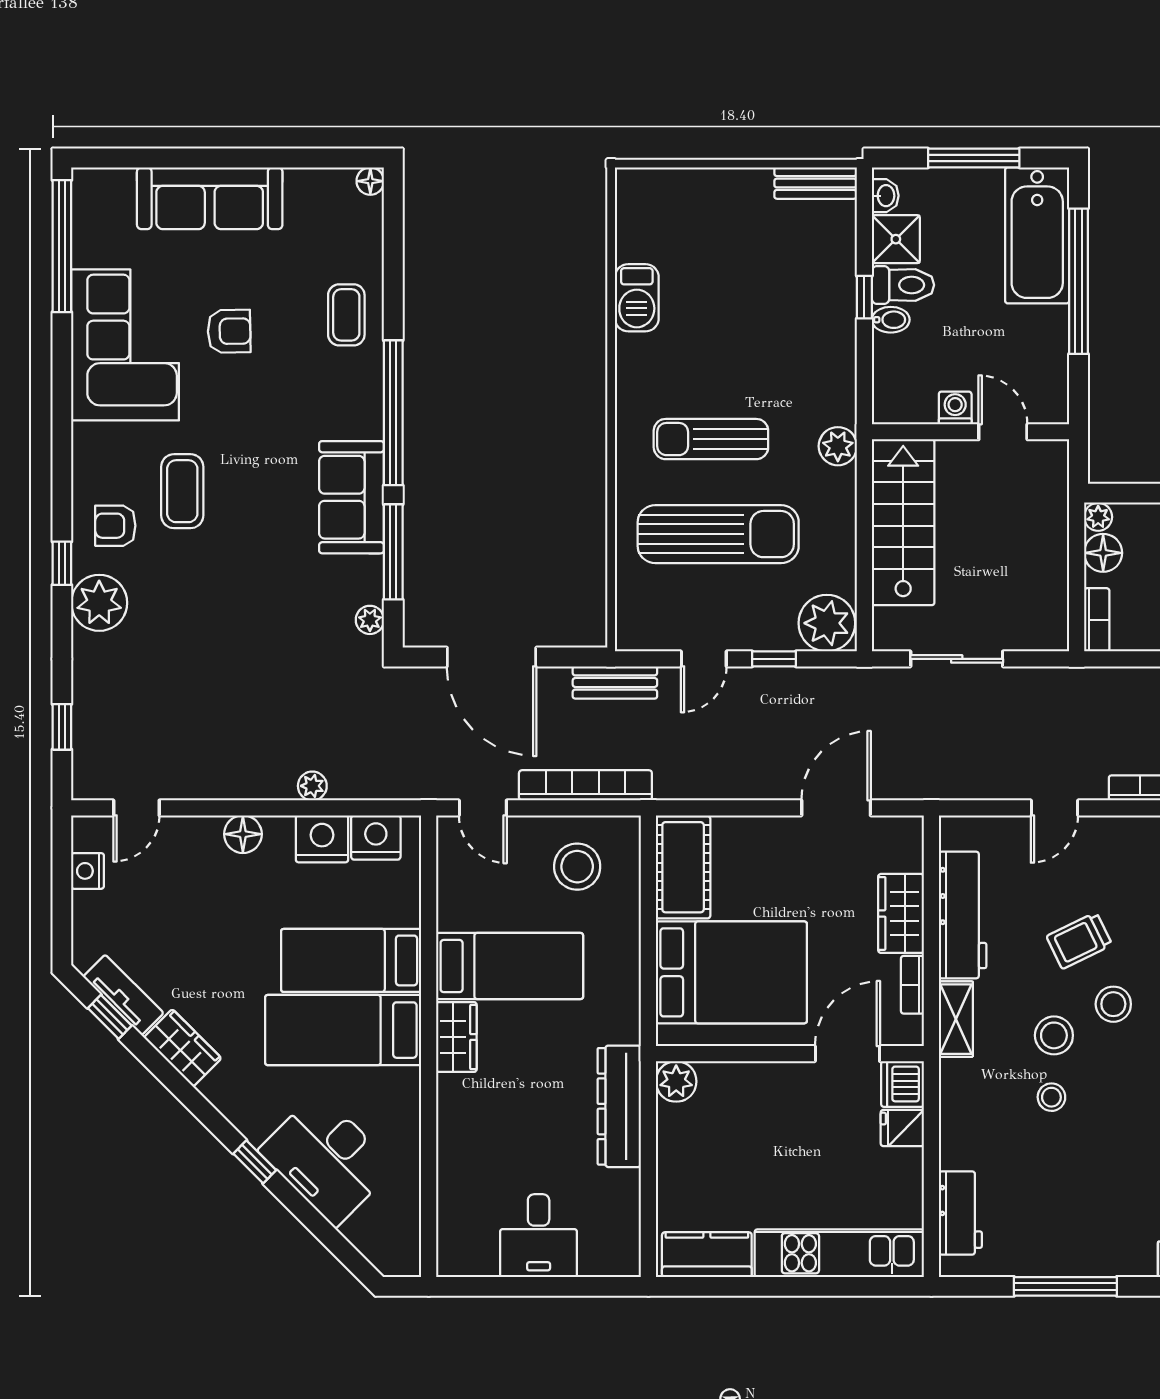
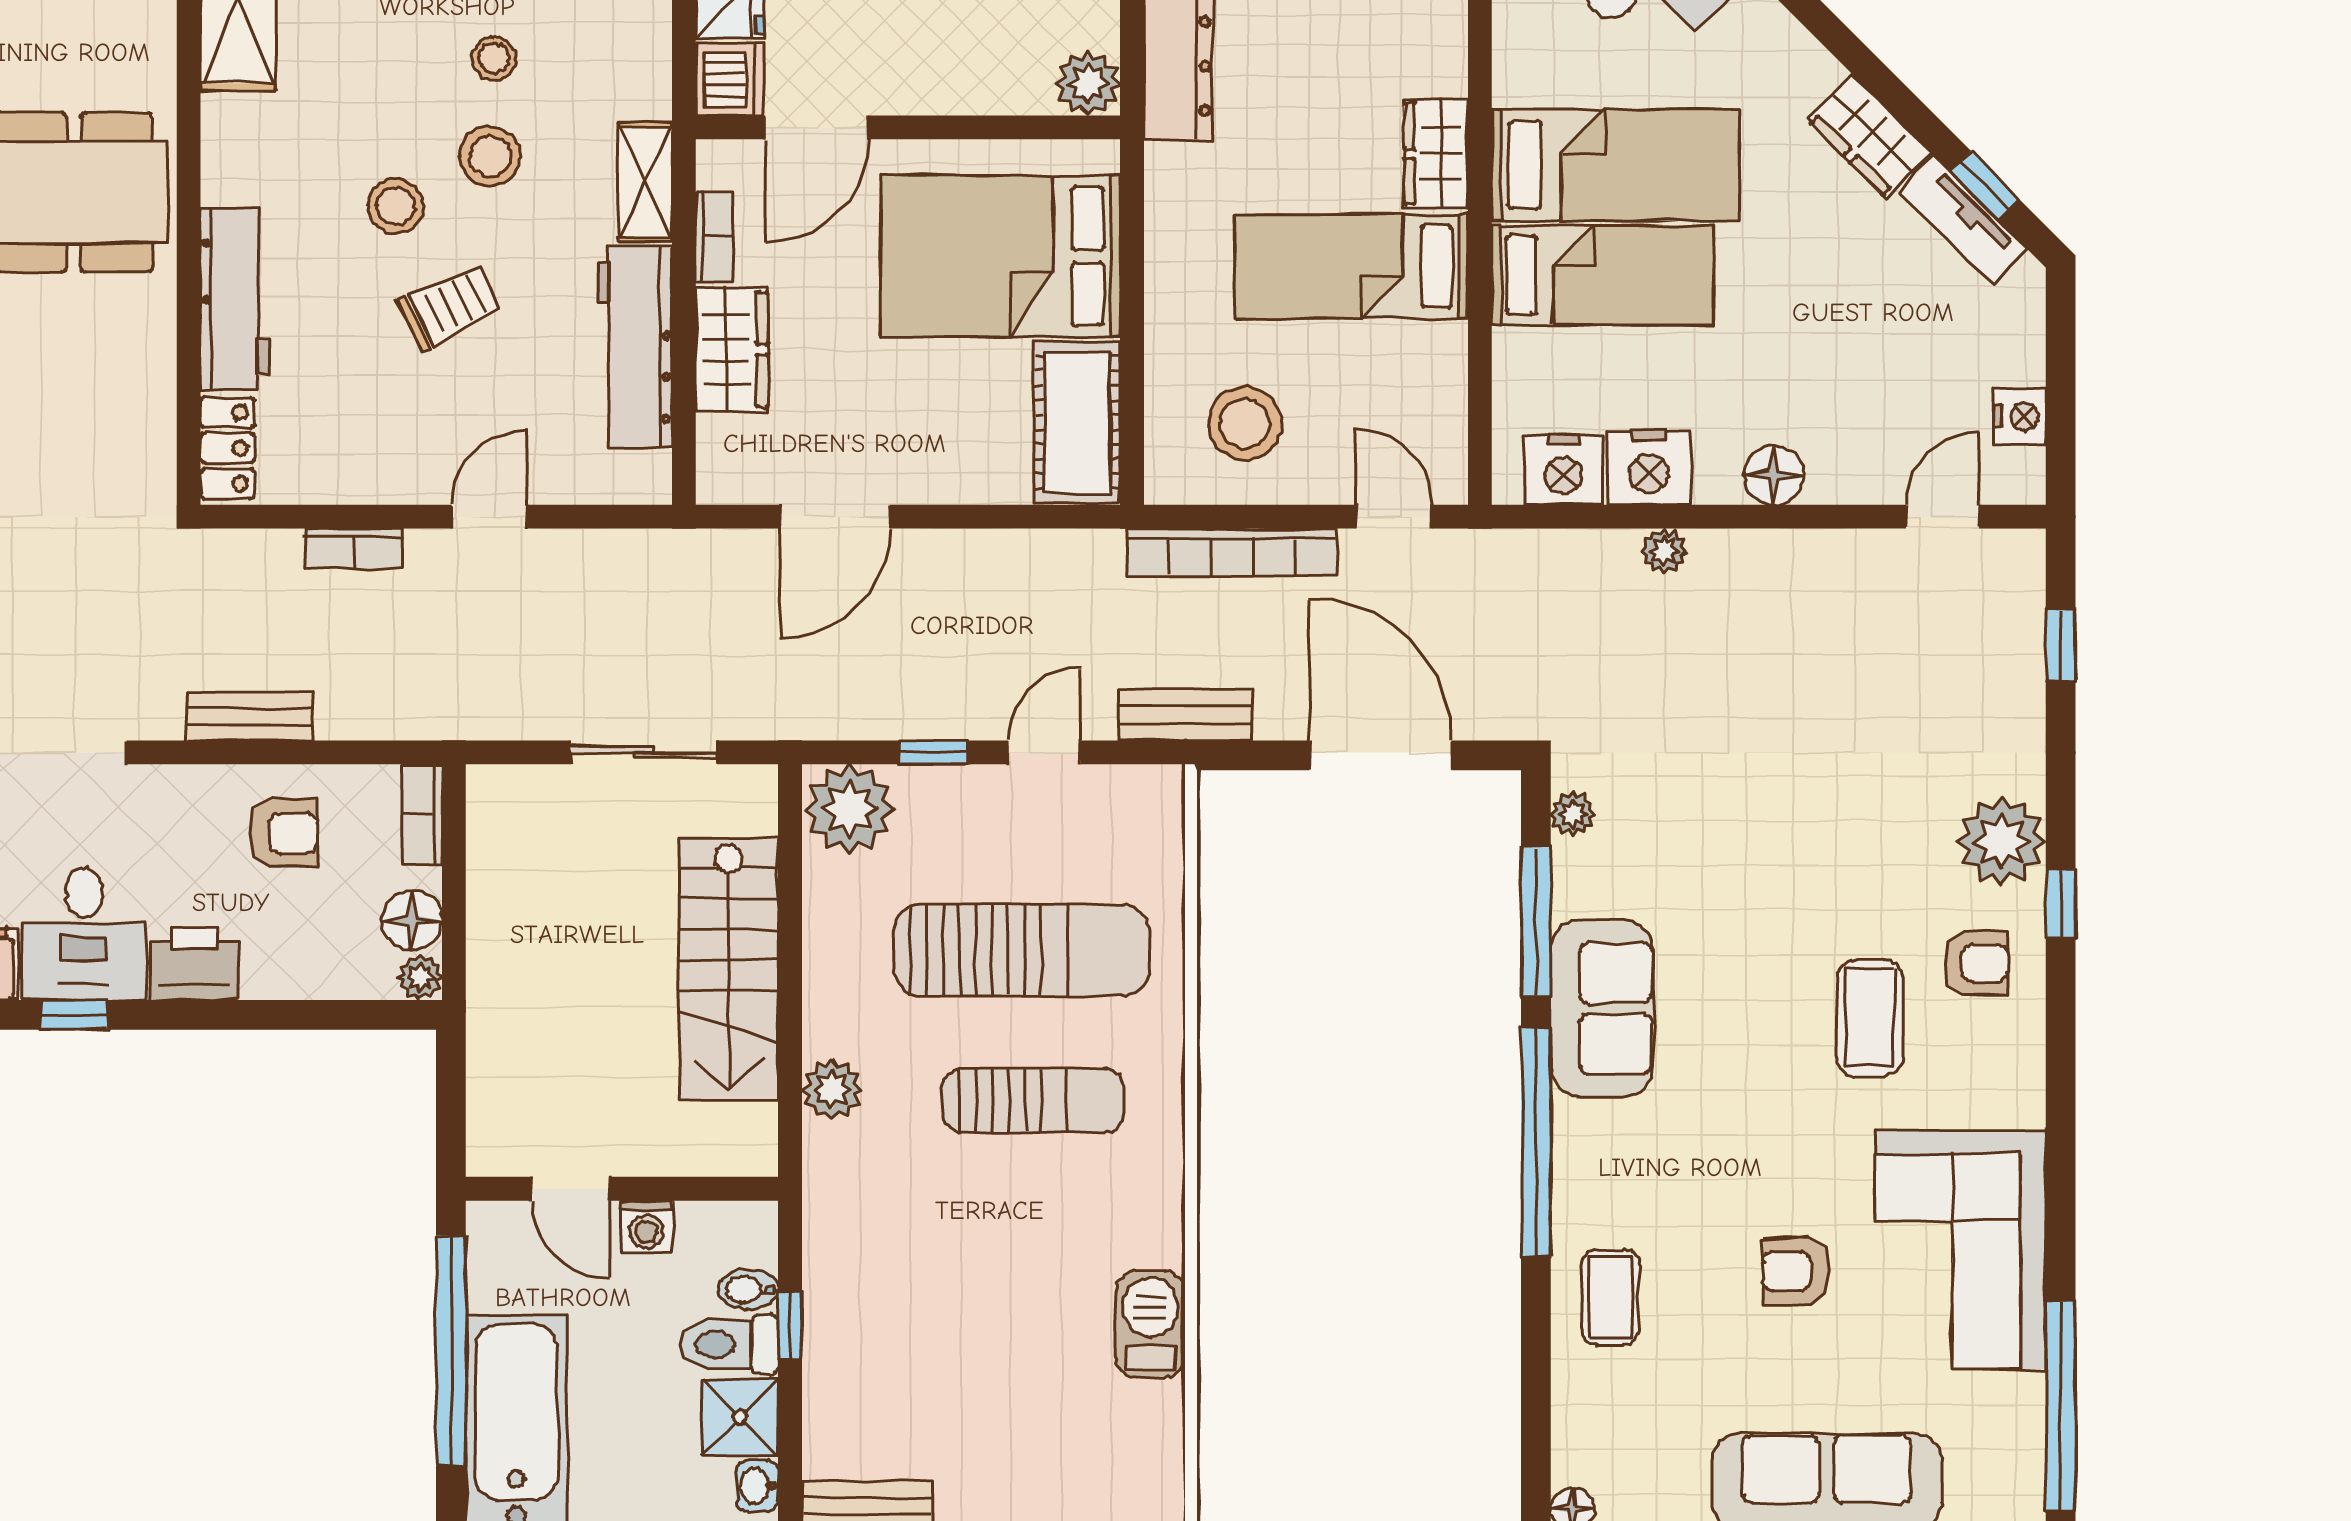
washing machine: (955, 408) -> (646, 1227), moved
wall: (971, 432) -> (622, 1189), moved
door: (1003, 432) -> (571, 1189), moved
sun lounger: (718, 534) -> (1022, 950), turned 180

